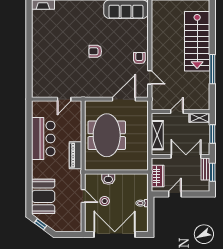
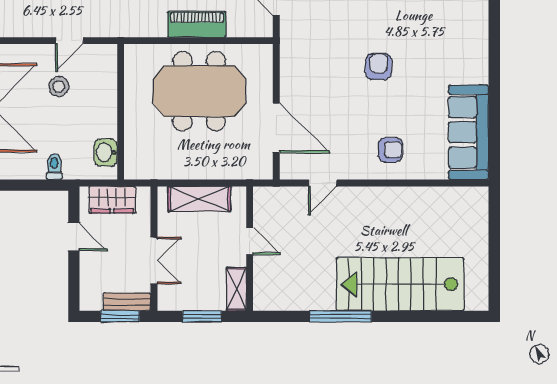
armchair: (139, 58) -> (390, 150), moved
piano: (75, 155) -> (197, 24), moved
double door: (186, 156) -> (154, 260), width x0.73
washbasin: (108, 179) -> (106, 152), moved

